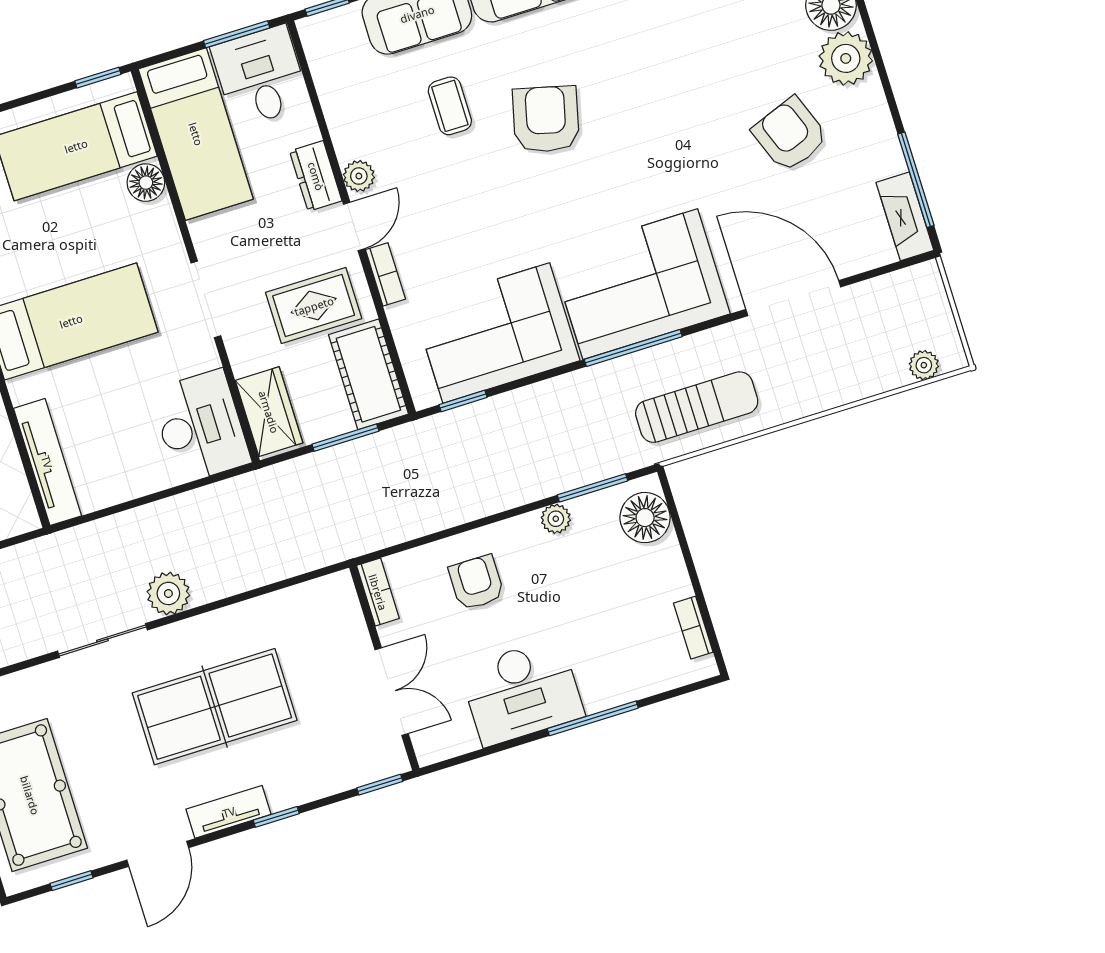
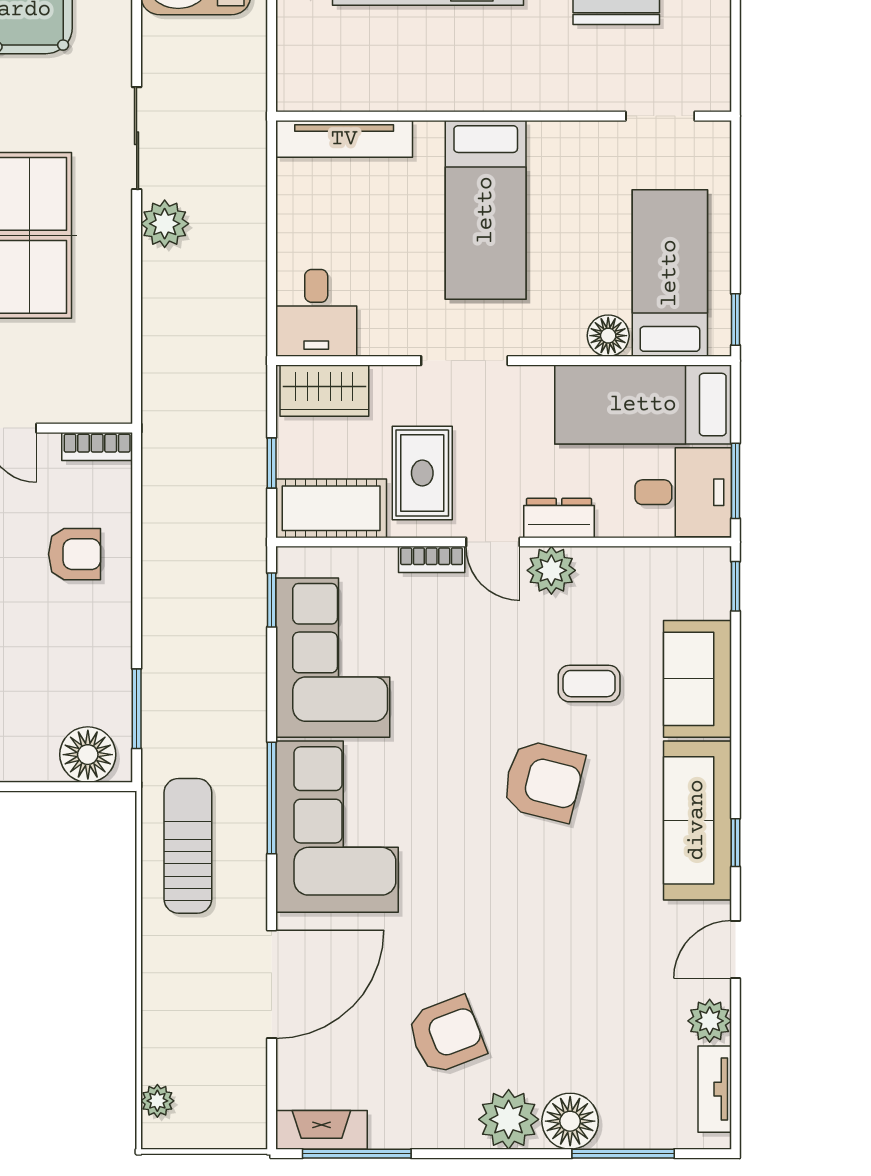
plant: (359, 176) -> (551, 570), width x1.38, depth x1.38
sun lounger: (697, 407) -> (188, 846), turned 180
desk: (200, 427) -> (316, 313), width x0.73
window: (345, 438) -> (272, 463), width x0.67
plant: (556, 519) -> (116, 659), removed

